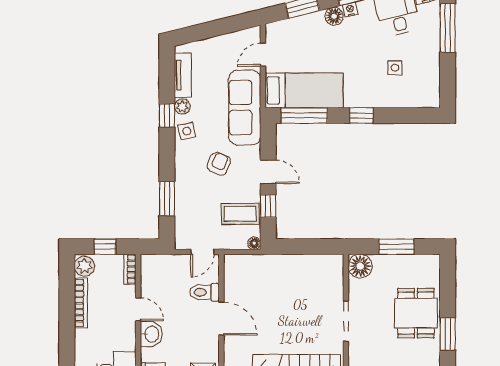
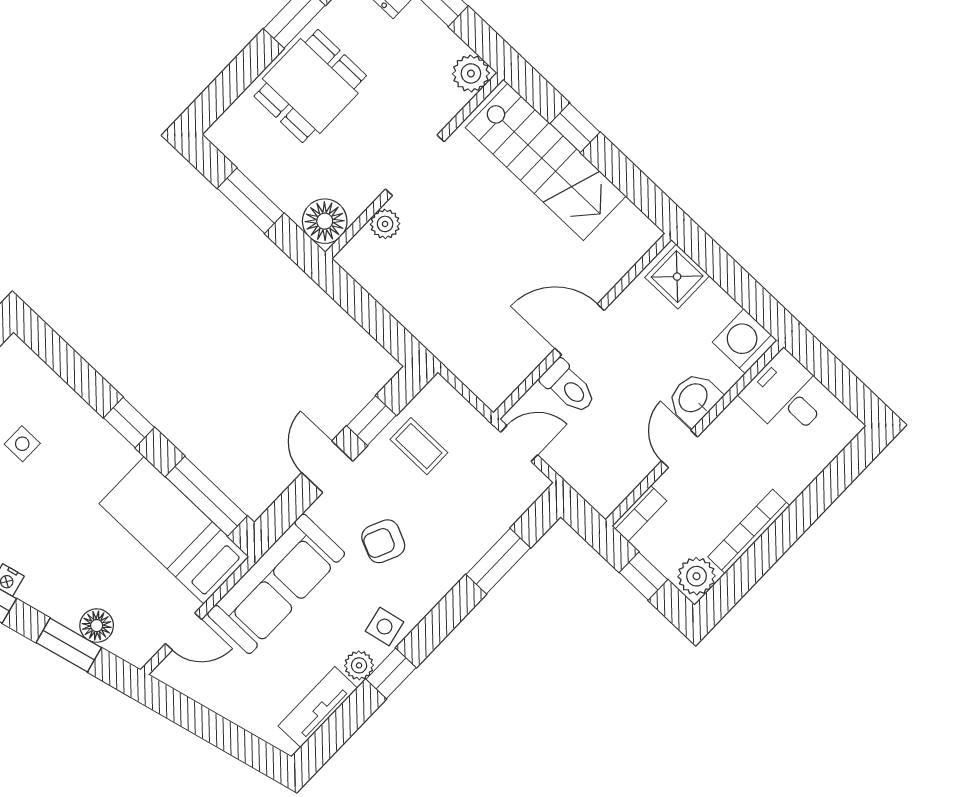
floor lamp: (334, 16) -> (97, 626), moved
coffee table: (240, 214) -> (419, 446), width x0.73, depth x0.77
floor lamp: (254, 243) -> (438, 389), removed
plant: (336, 287) -> (385, 224), added
door: (221, 319) -> (579, 329), hinge flipped

